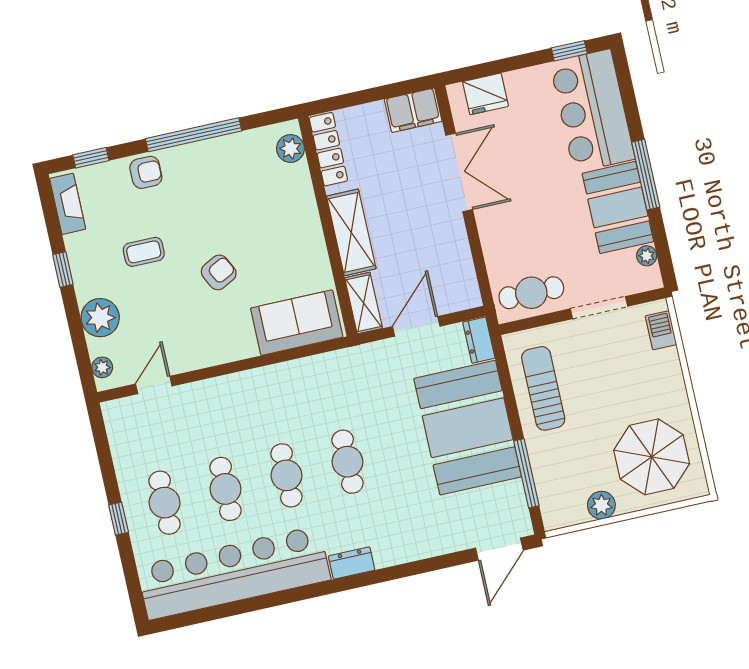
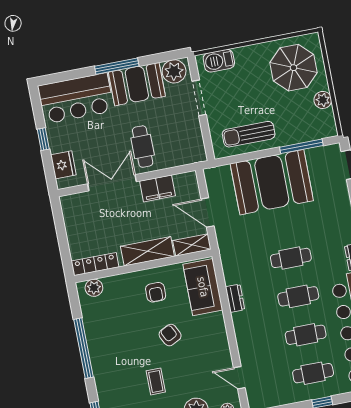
window: (569, 51) -> (43, 139), moved
filing cabinet: (413, 110) -> (157, 188), moved, turned 90
armchair: (146, 172) -> (156, 292), moved, turned 180
plant: (647, 256) -> (174, 71), width x1.87, depth x1.87
cafe table: (531, 293) -> (143, 147), moved
barbecue: (661, 330) -> (219, 61), width x1.38, depth x1.27
dresser: (479, 340) -> (235, 298), moved, turned -90

